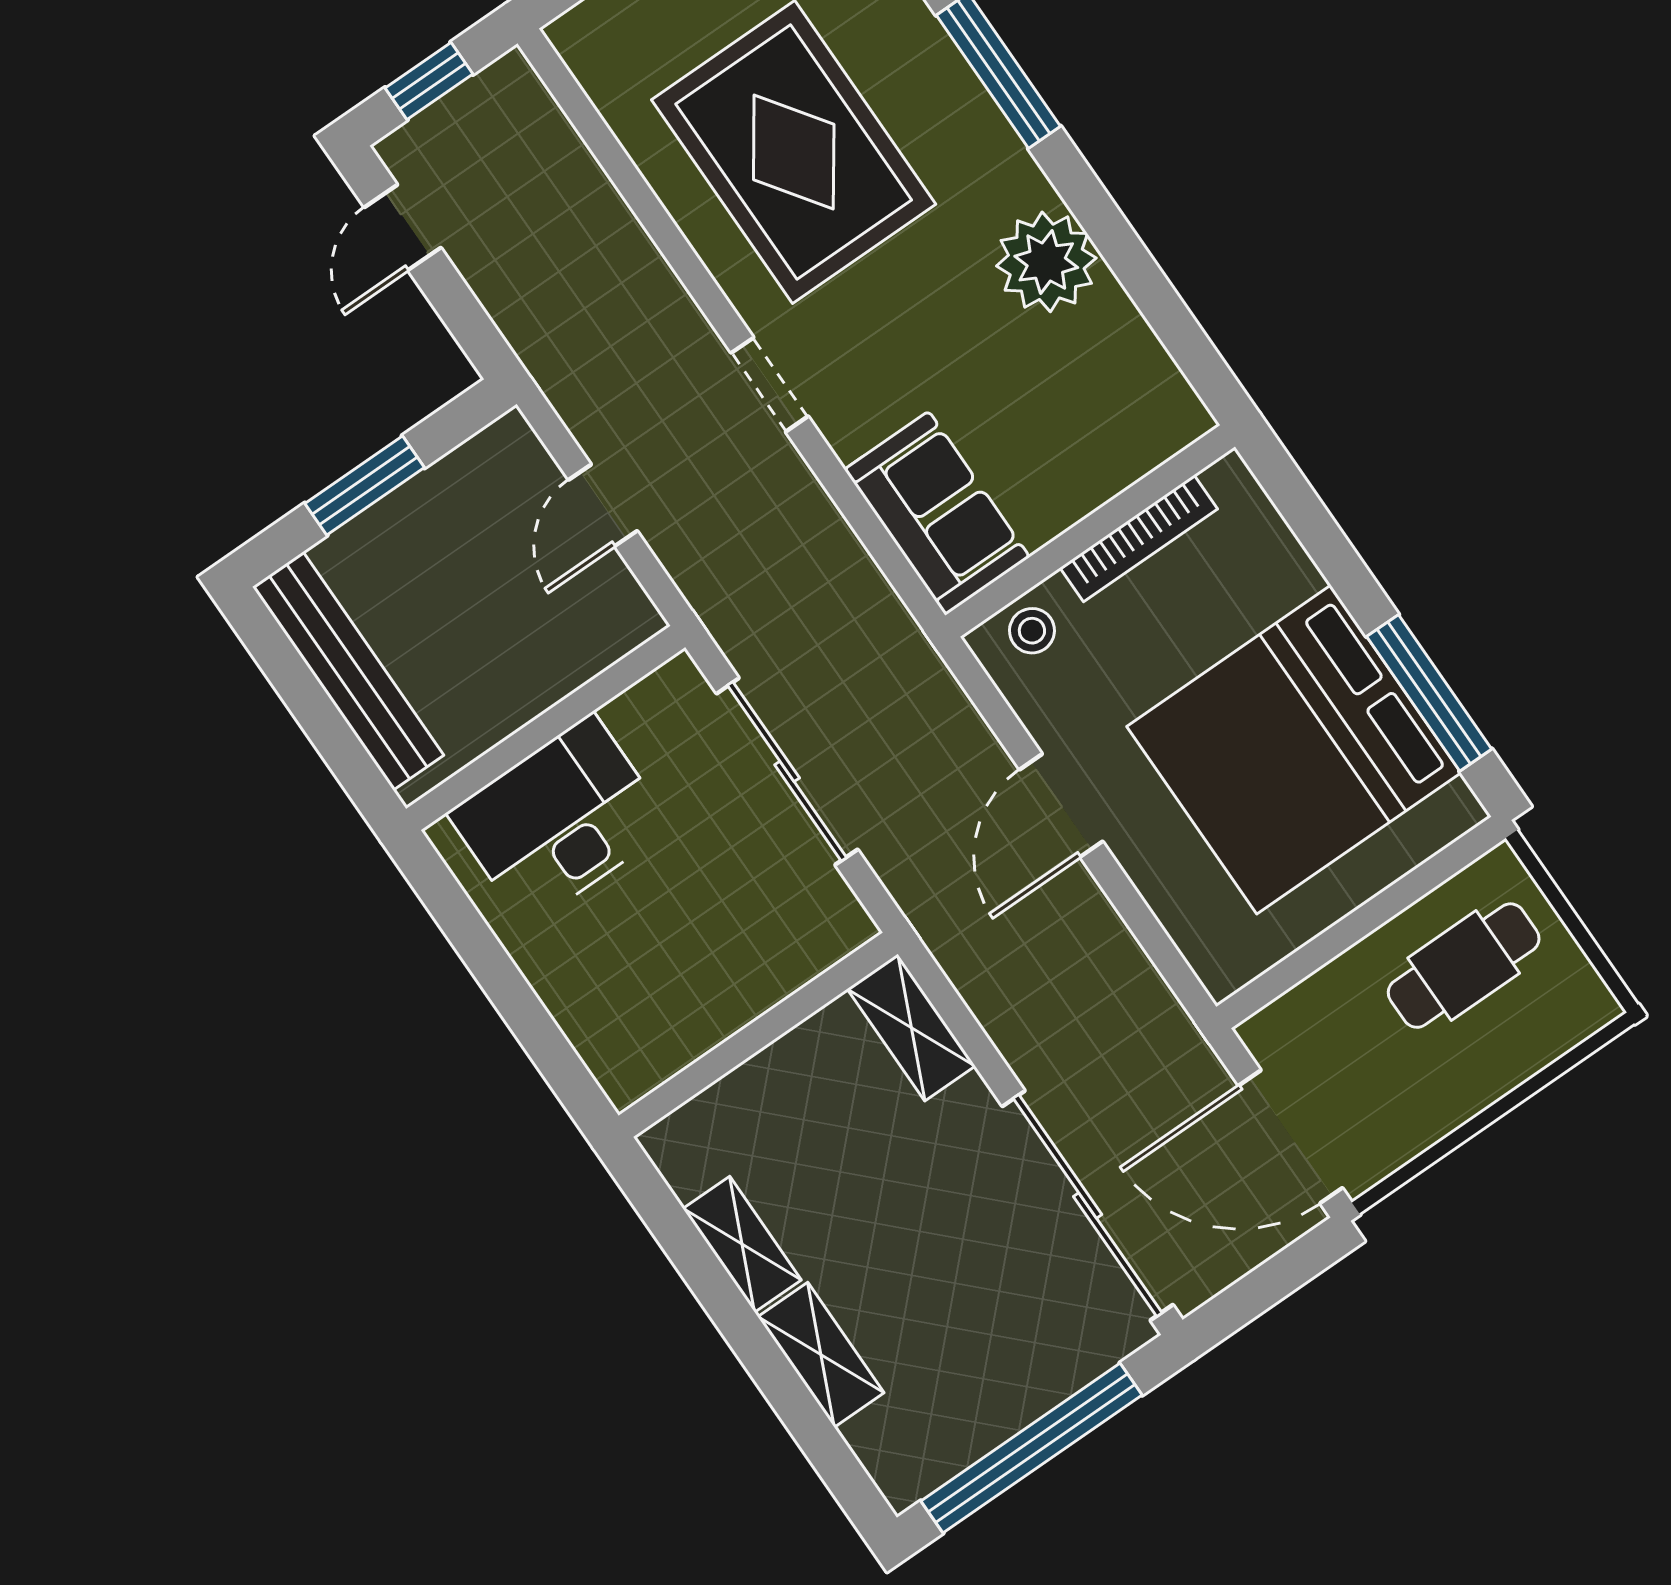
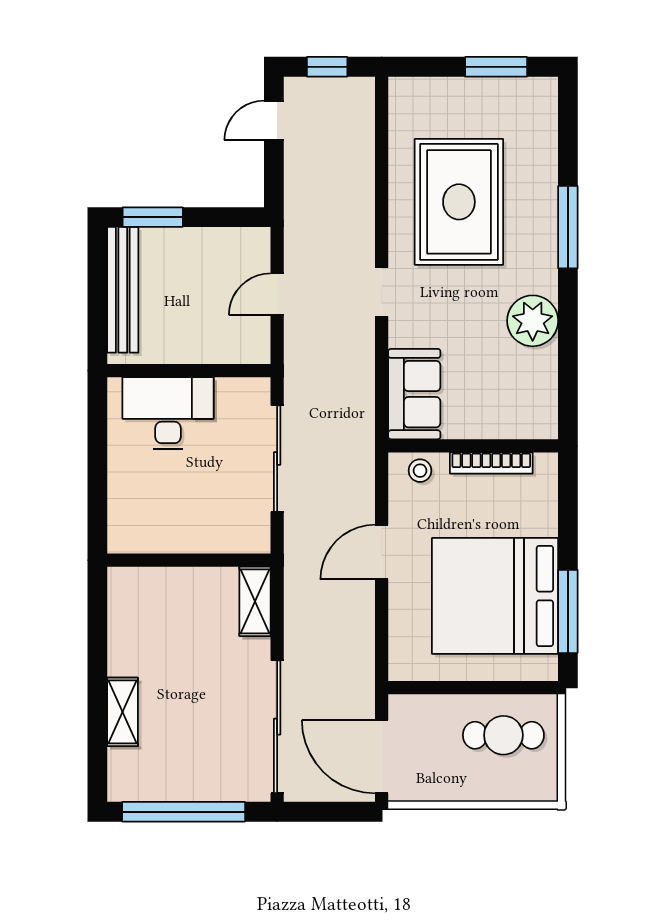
window: (365, 486) -> (153, 217), moved
shelving: (742, 1244) -> (122, 643), removed

